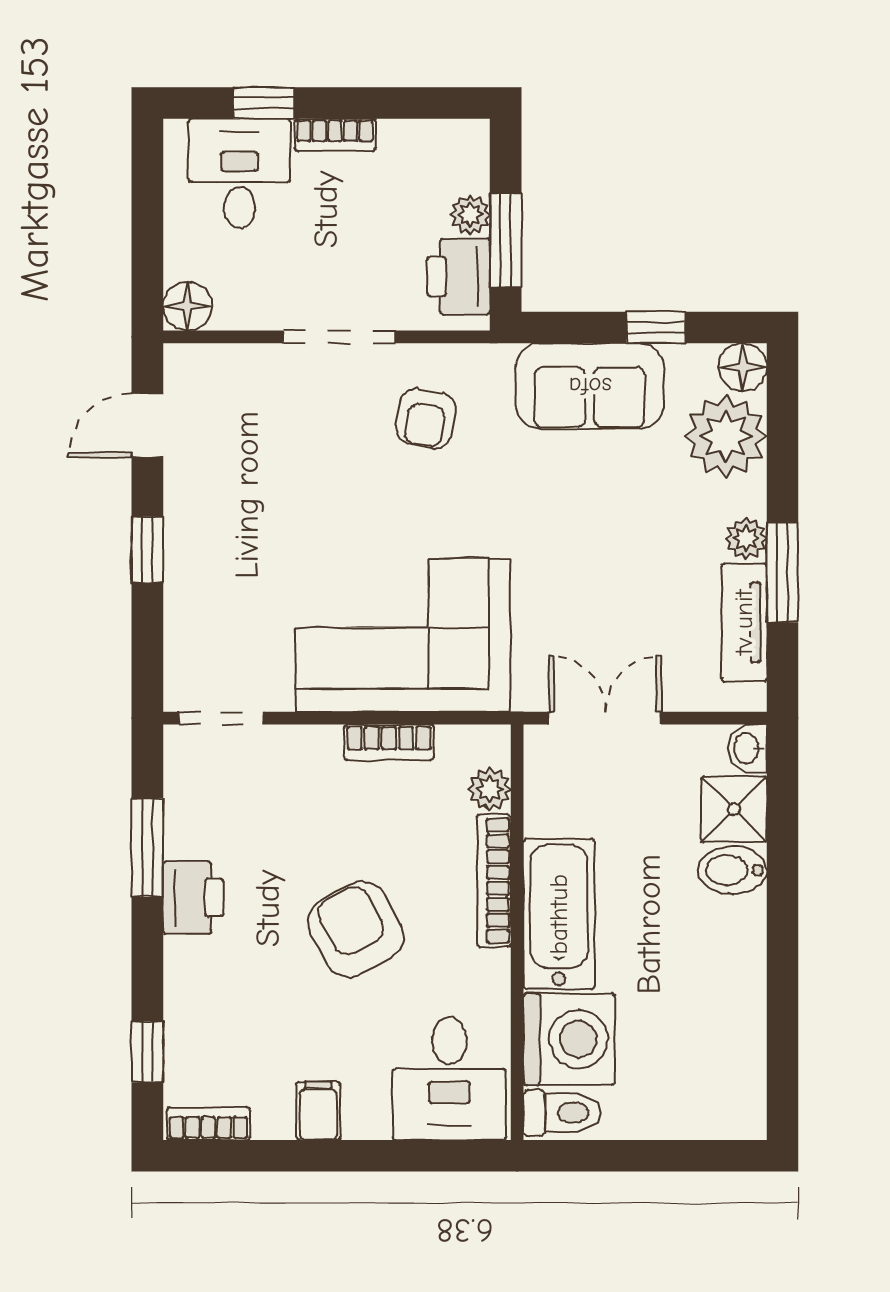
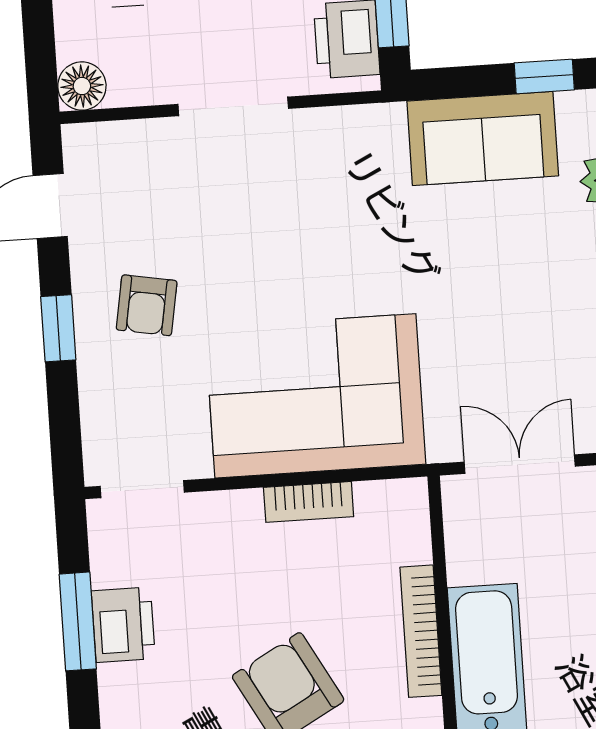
armchair: (426, 418) -> (147, 305), moved
plant: (490, 789) -> (411, 541), removed
printer: (193, 898) -> (123, 625), moved

